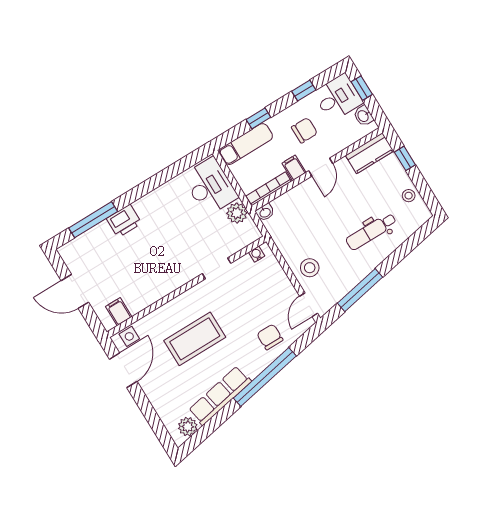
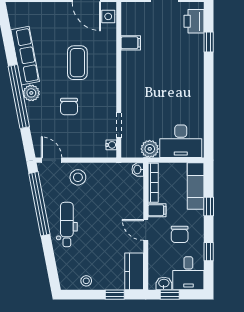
window: (362, 88) -> (170, 295), moved
window: (93, 220) -> (209, 42), width x0.46
printer: (124, 221) -> (194, 21), moved
dental chair: (371, 231) -> (67, 224), moved
doorway: (217, 268) -> (119, 125), moved
window: (360, 290) -> (39, 204), width x1.46
filing cabinet: (119, 312) -> (131, 43), moved
chair: (270, 337) -> (69, 107), moved, turned 90
coffee table: (195, 339) -> (77, 63), width x0.73, depth x0.76
plant: (188, 427) -> (31, 93), moved

